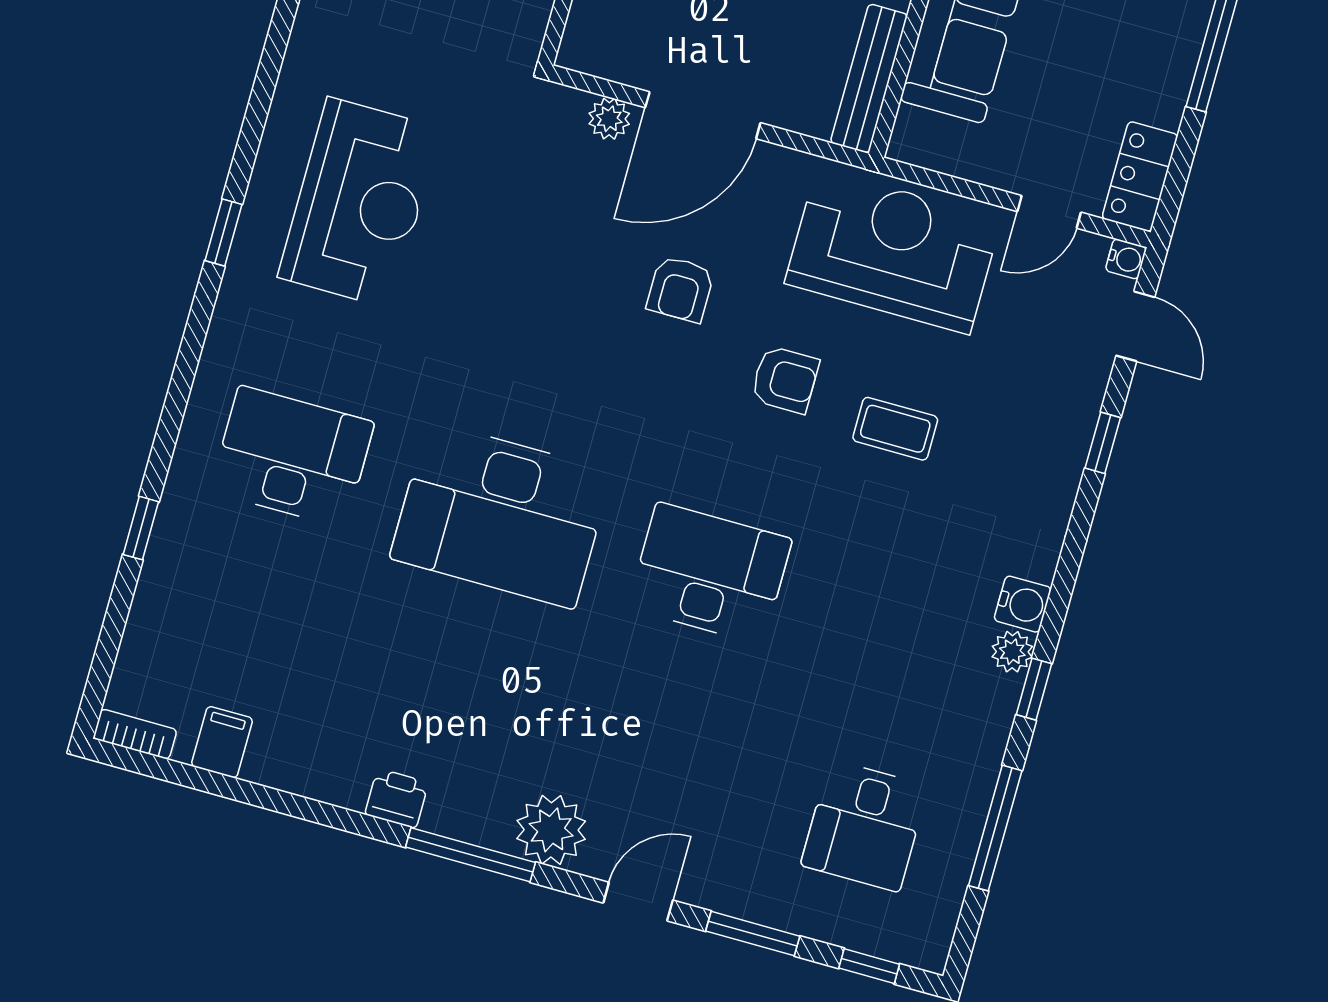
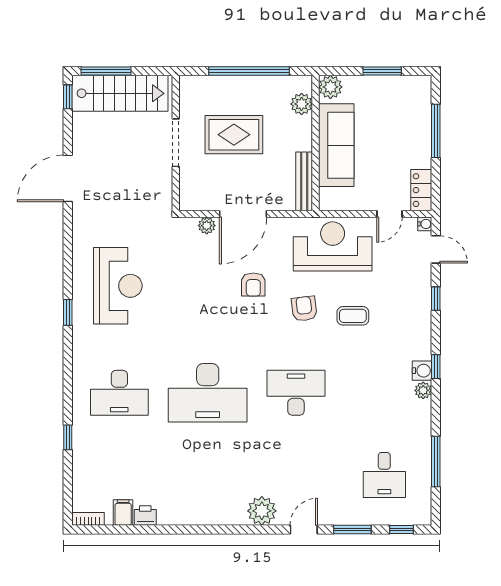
armchair: (785, 380) -> (304, 309), turned -97
desk: (292, 457) -> (119, 393), turned 180
window: (1034, 689) -> (436, 367), moved
printer: (397, 798) -> (145, 515), moved
window: (471, 855) -> (233, 529), removed

